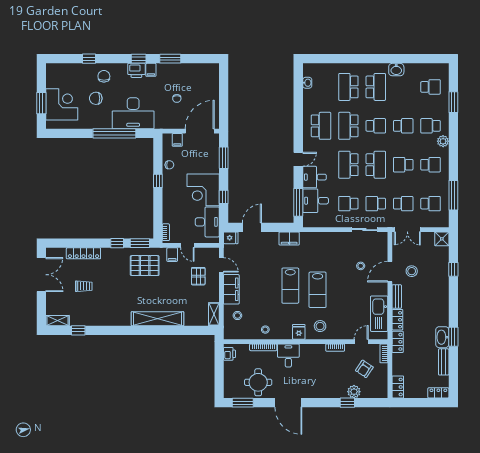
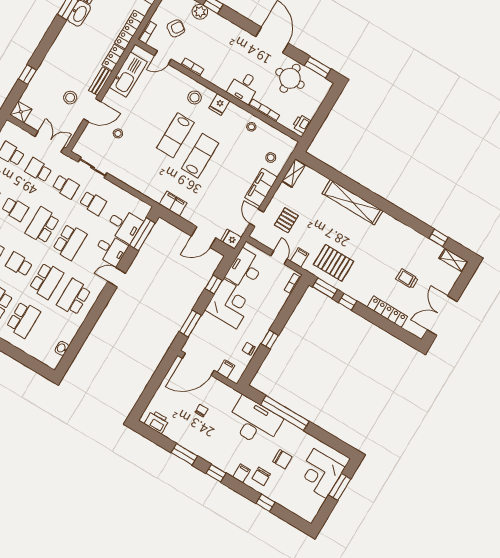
printer: (136, 70) -> (157, 422), moved
filing cabinet: (151, 70) -> (242, 473), moved
lab bench: (318, 290) -> (175, 135), turned 180
locker: (398, 342) -> (130, 30), width x1.53

